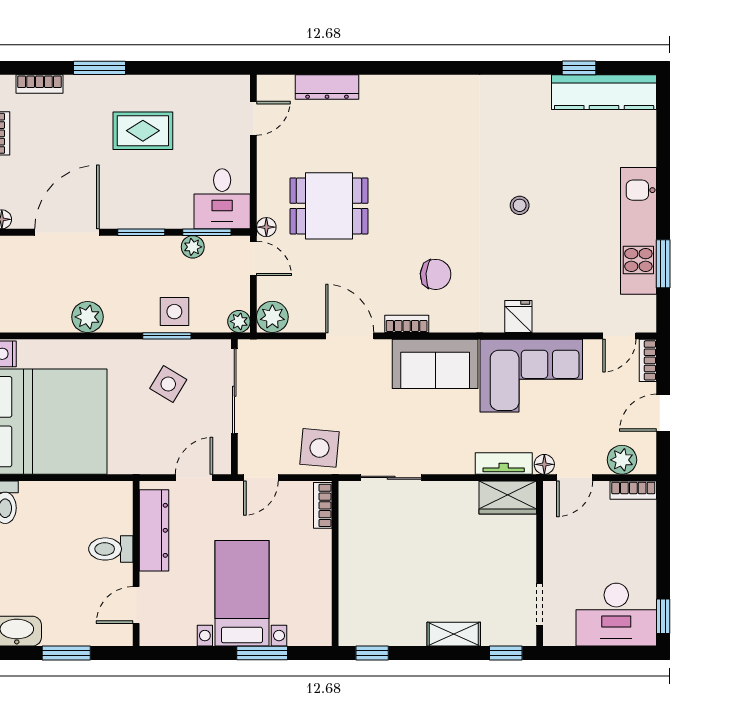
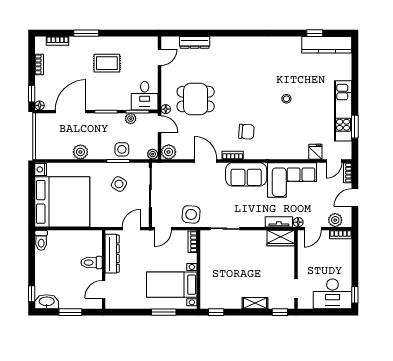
fridge: (518, 317) -> (315, 152), moved
bed with nightstands: (242, 593) -> (172, 285), moved, turned -90

